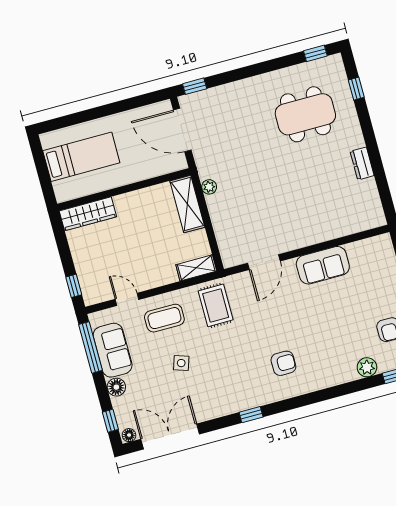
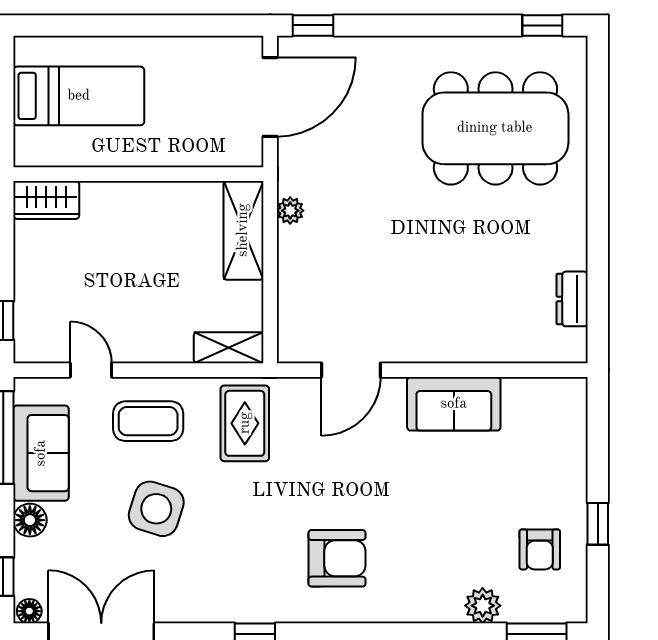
window: (356, 89) -> (598, 107), removed
dining table: (305, 114) -> (495, 128), width x1.36, depth x1.24
door: (182, 130) -> (270, 97), swing flipped
dresser: (362, 163) -> (572, 299), moved
wardrobe: (88, 214) -> (46, 200), width x0.67
side table: (181, 363) -> (156, 509), width x1.87, depth x1.87
armchair: (283, 363) -> (337, 558), width x1.38, depth x1.38

